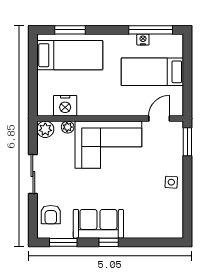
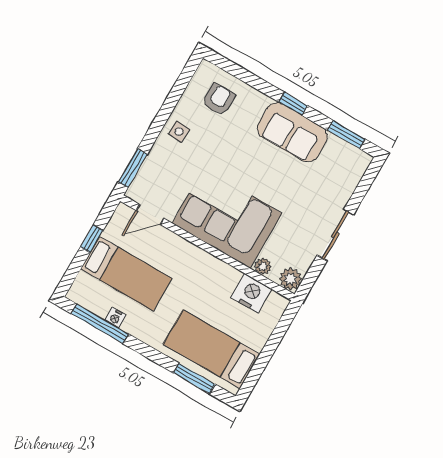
window: (187, 81) -> (92, 239), added
armchair: (51, 215) -> (219, 99), moved

